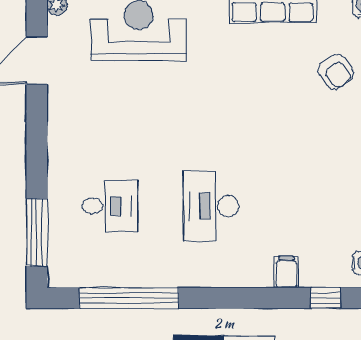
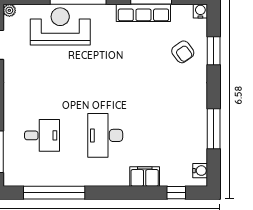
filing cabinet: (286, 272) -> (145, 176), width x2.00

